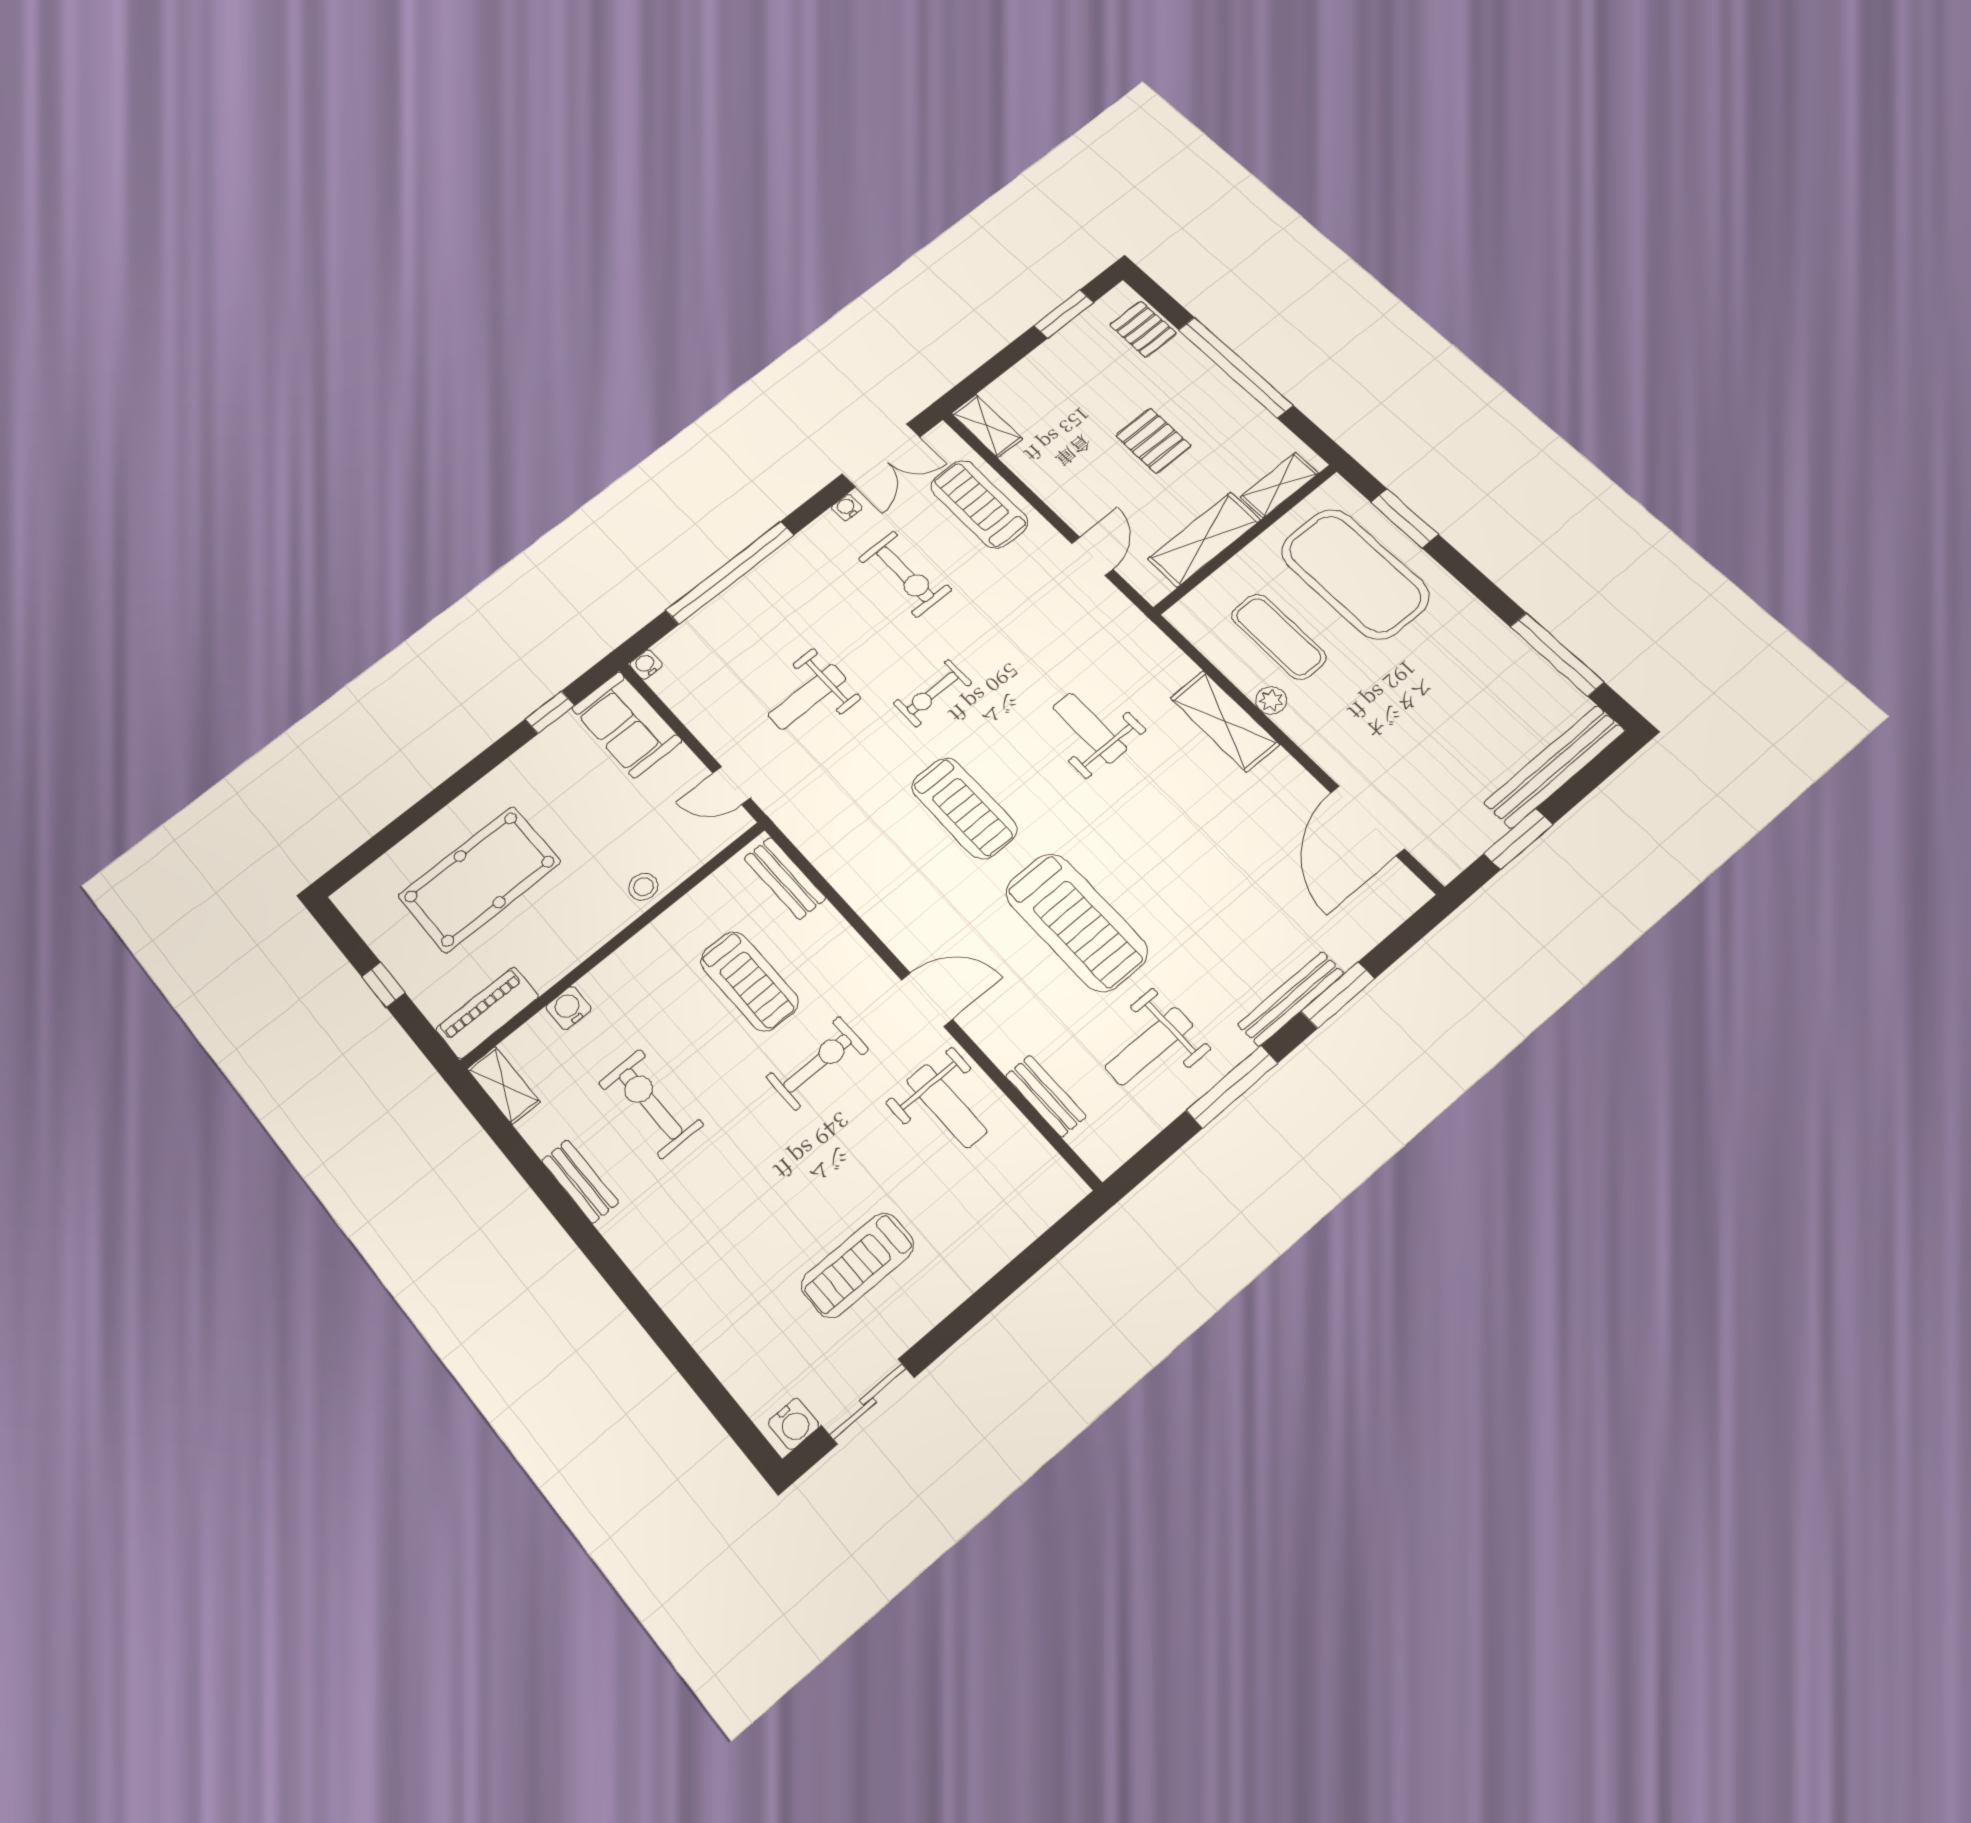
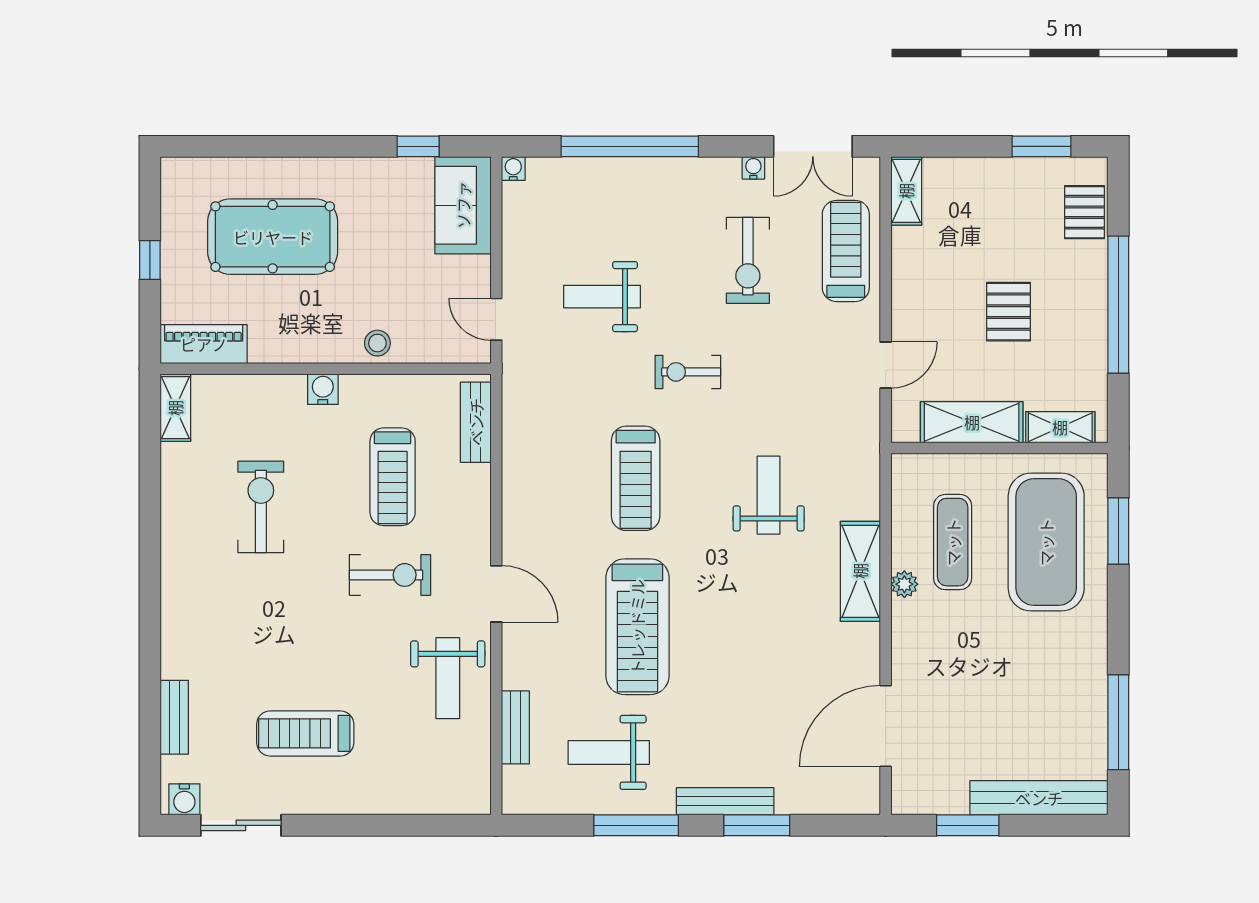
water cooler: (569, 1008) -> (323, 389), moved
bench: (580, 1181) -> (174, 717), moved

